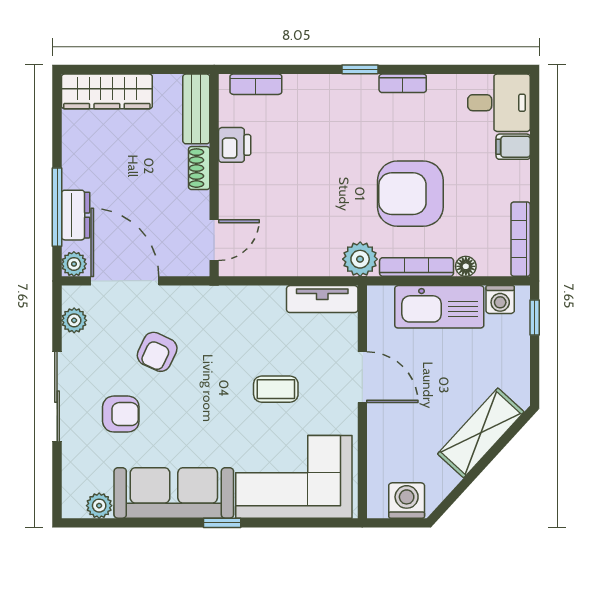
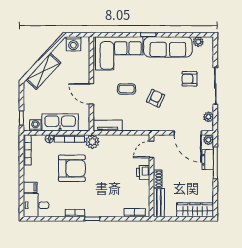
printer: (235, 145) -> (143, 172), moved
armchair: (157, 352) -> (155, 98), moved

